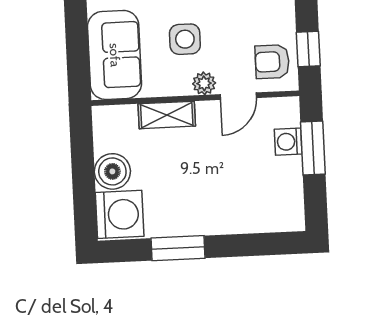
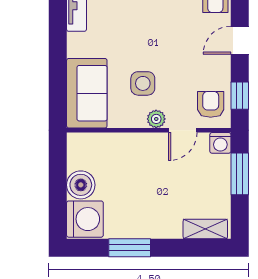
armchair: (272, 62) -> (211, 104), turned 90
shelving: (167, 115) -> (205, 229), moved
washing machine: (288, 142) -> (220, 143), moved, turned -90

